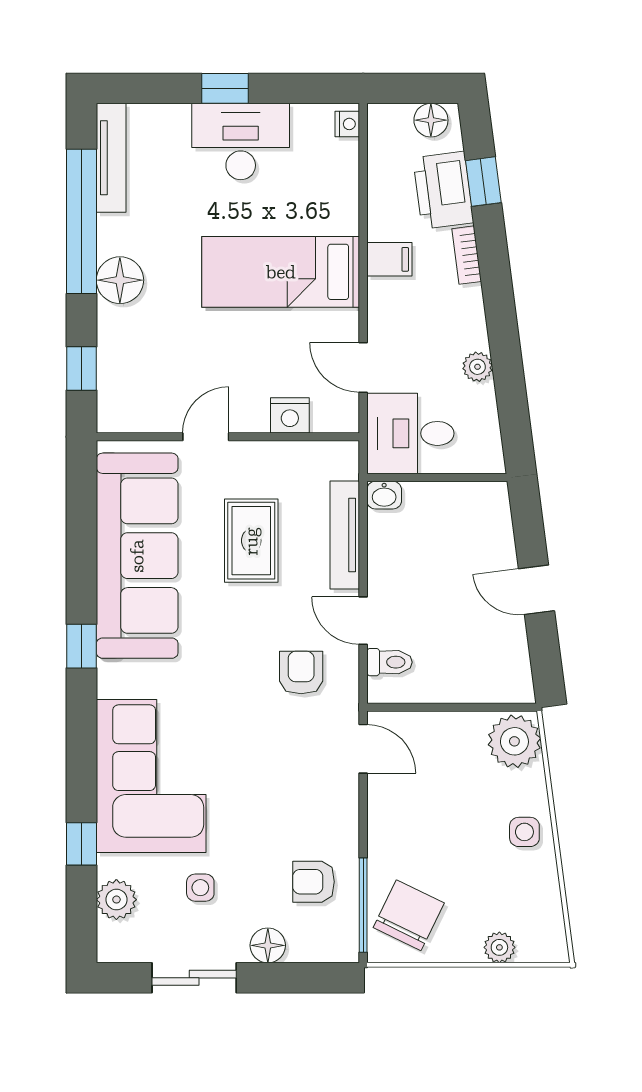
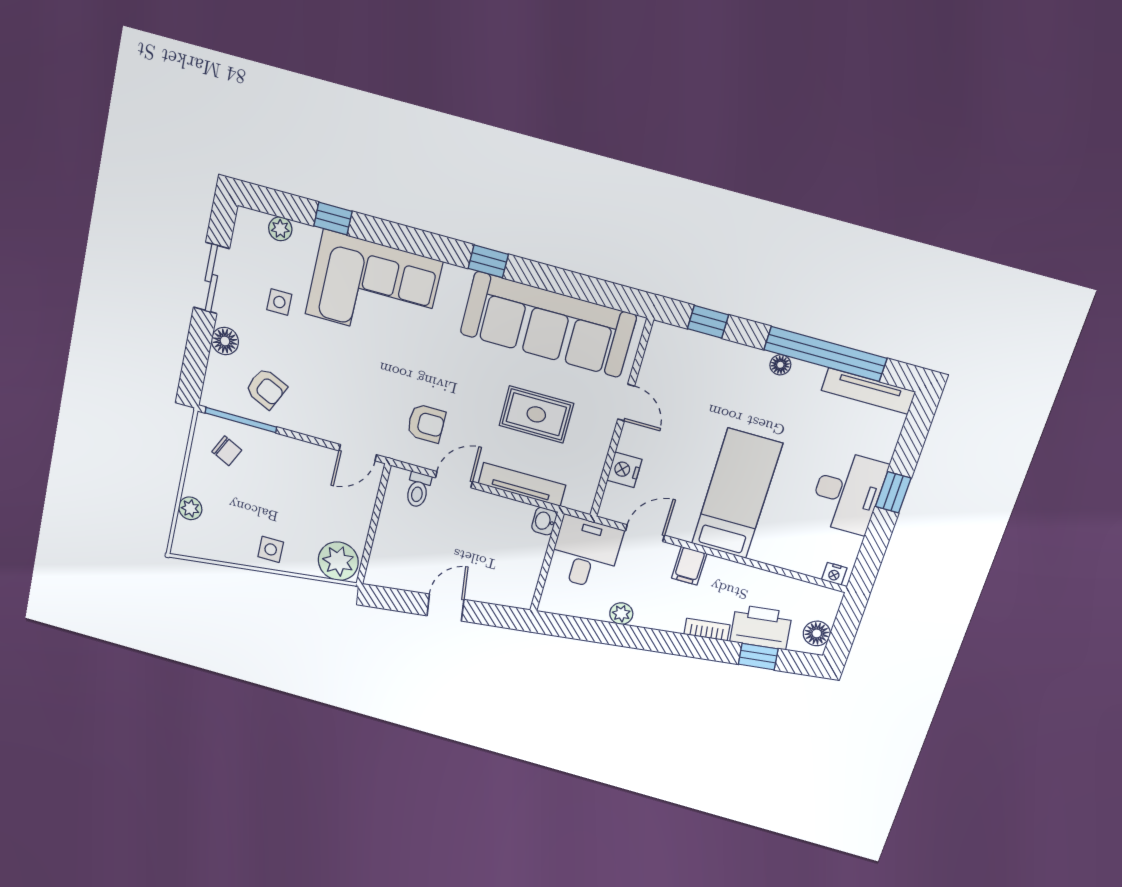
filing cabinet: (389, 259) -> (689, 566), moved
floor lamp: (120, 280) -> (780, 365), width x0.53, depth x0.53
armchair: (314, 882) -> (266, 389), turned 115
plant: (116, 900) -> (280, 229), width x0.73, depth x0.73
chair: (409, 915) -> (227, 451), width x0.54, depth x0.54

